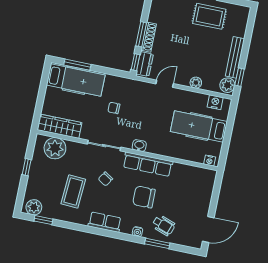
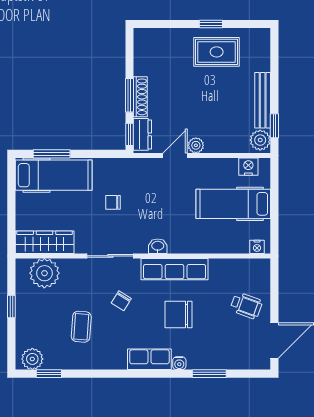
plant: (196, 83) -> (196, 145), moved
coffee table: (73, 192) -> (81, 327), width x0.73, depth x0.77
row of seats: (105, 222) -> (149, 359), moved
wheelchair: (164, 225) -> (246, 306), moved

